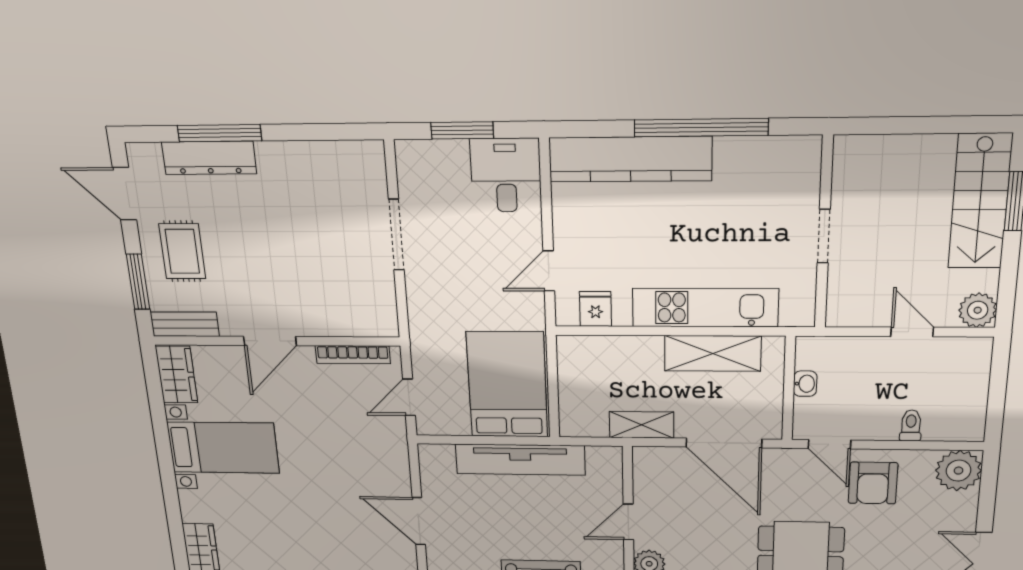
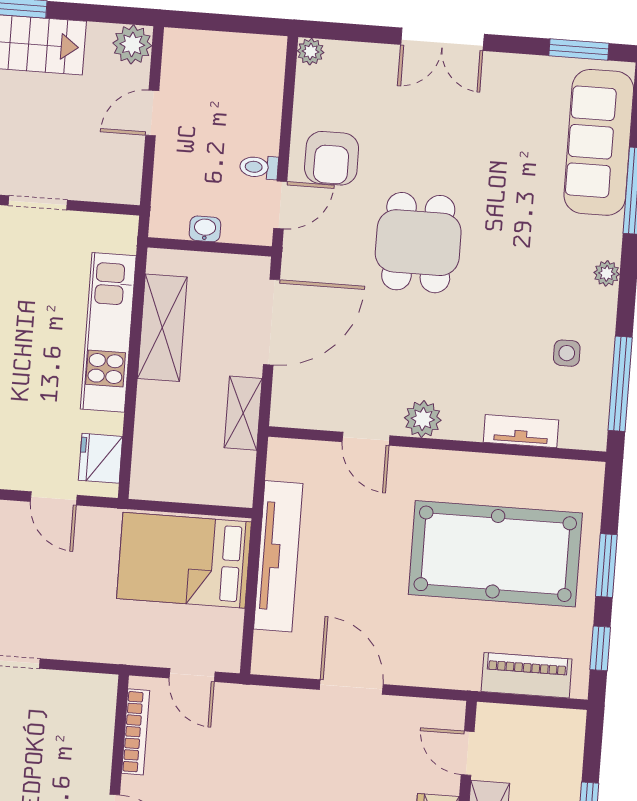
fridge: (595, 309) -> (101, 458), width x1.38
toilet: (911, 425) -> (259, 167), moved
plant: (958, 471) -> (311, 52), width x0.53, depth x0.53
armchair: (873, 483) -> (332, 158), turned 90
door: (419, 521) -> (351, 687), swing flipped

